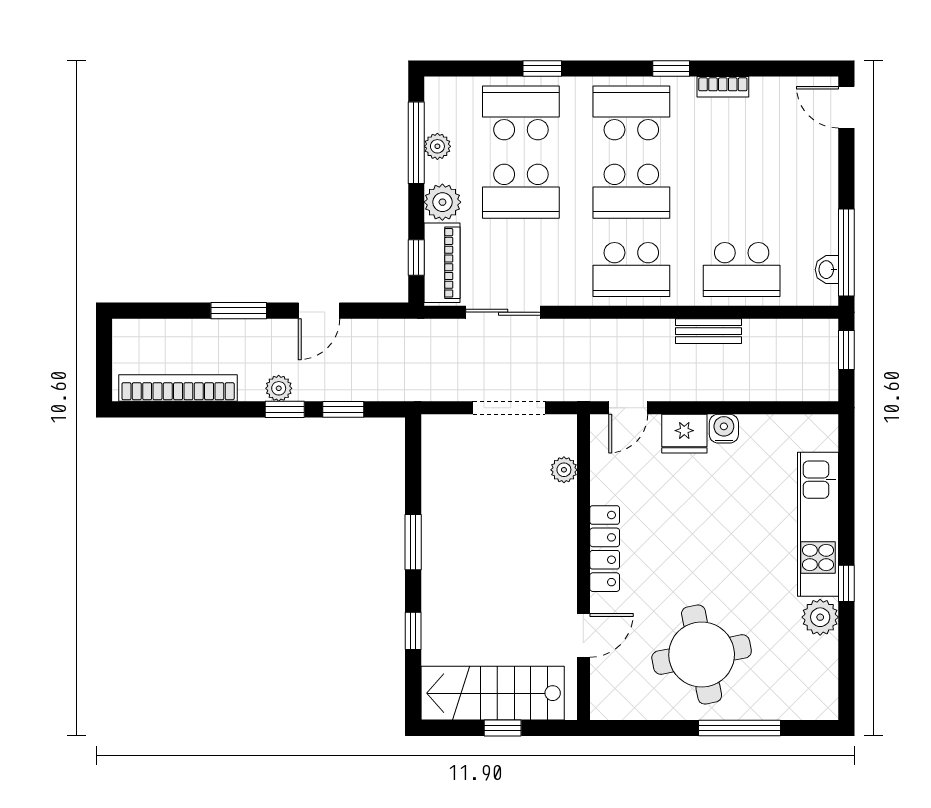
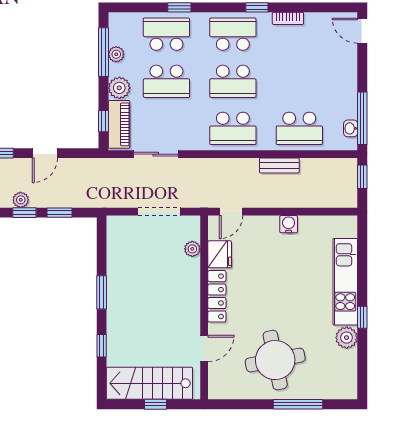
fridge: (684, 434) -> (220, 254), moved, turned -90

